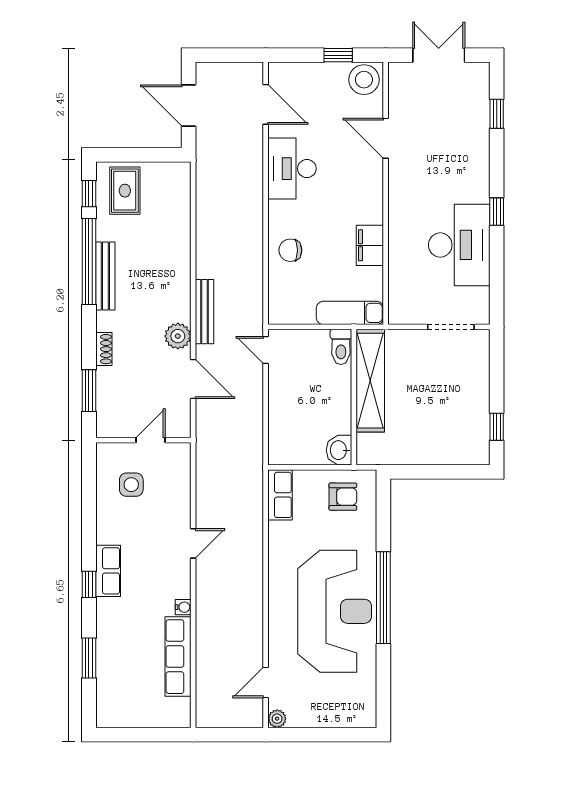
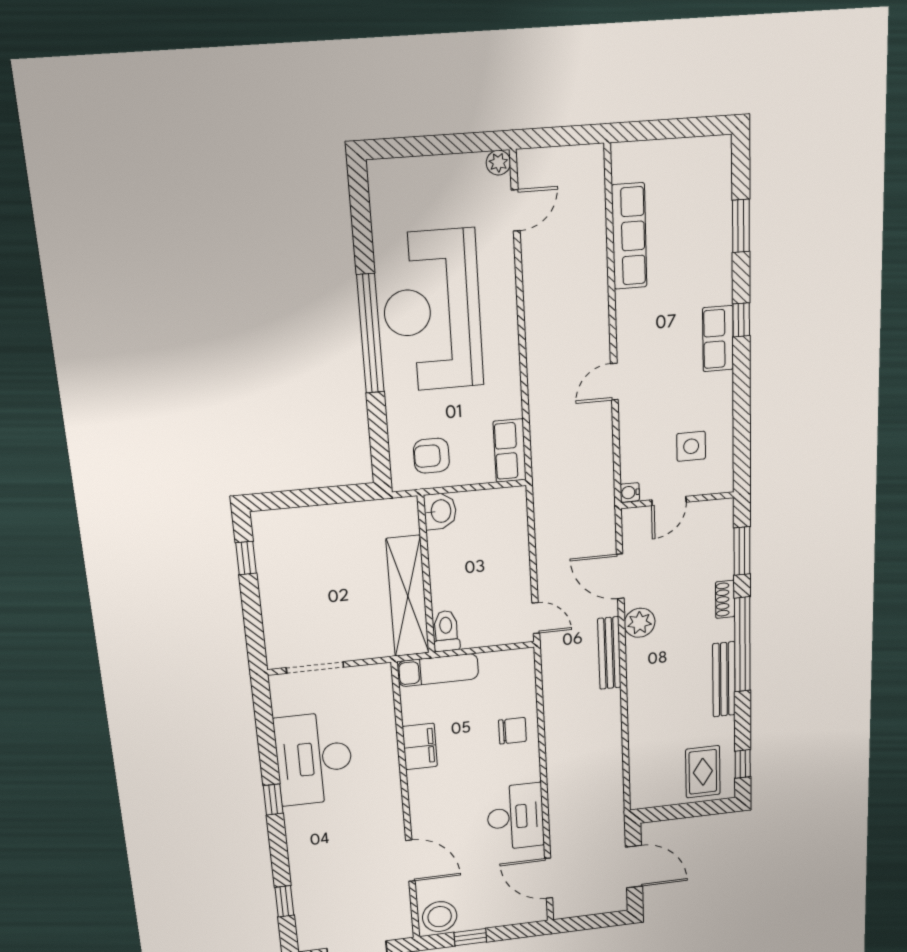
window: (89, 262) -> (742, 645), moved
water cooler: (183, 607) -> (630, 492), moved

